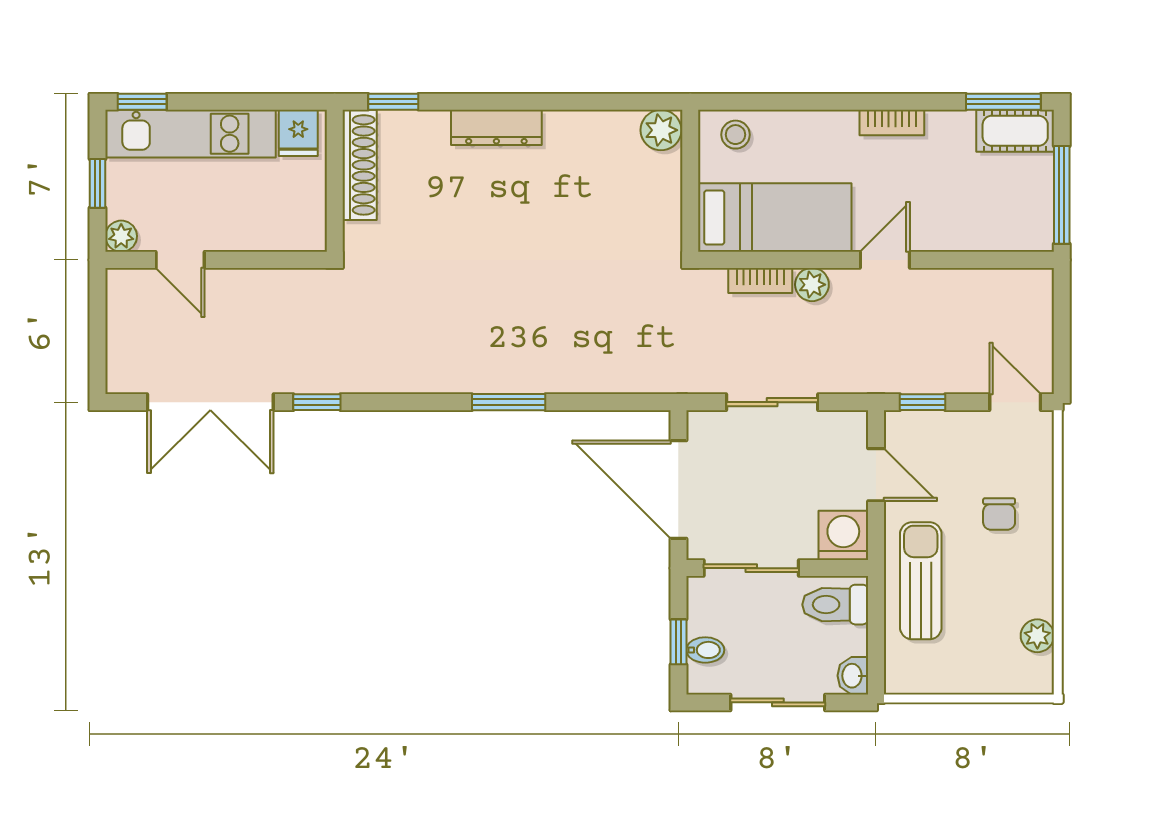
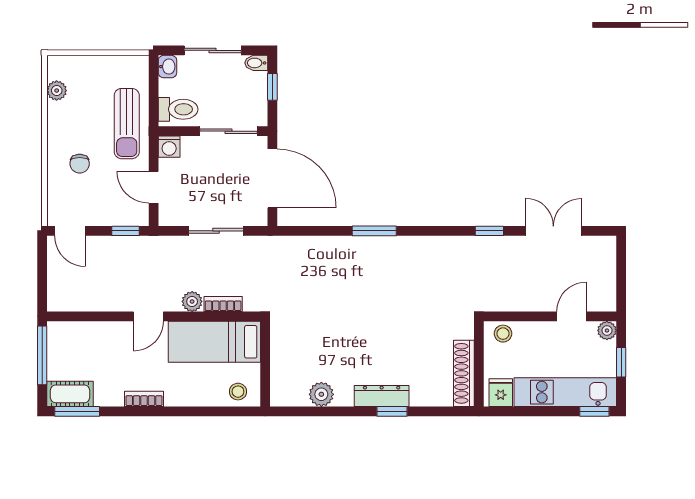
window: (393, 102) -> (392, 411), moved
plant: (661, 130) -> (321, 394), moved
stool: (294, 231) -> (503, 334), added
door: (180, 260) -> (572, 316), hinge flipped
double door: (210, 402) -> (553, 231), width x0.73
chair: (999, 514) -> (80, 164), turned 180
washing machine: (843, 535) -> (169, 147), width x0.73, depth x0.73
bidet: (705, 650) -> (256, 63), moved

